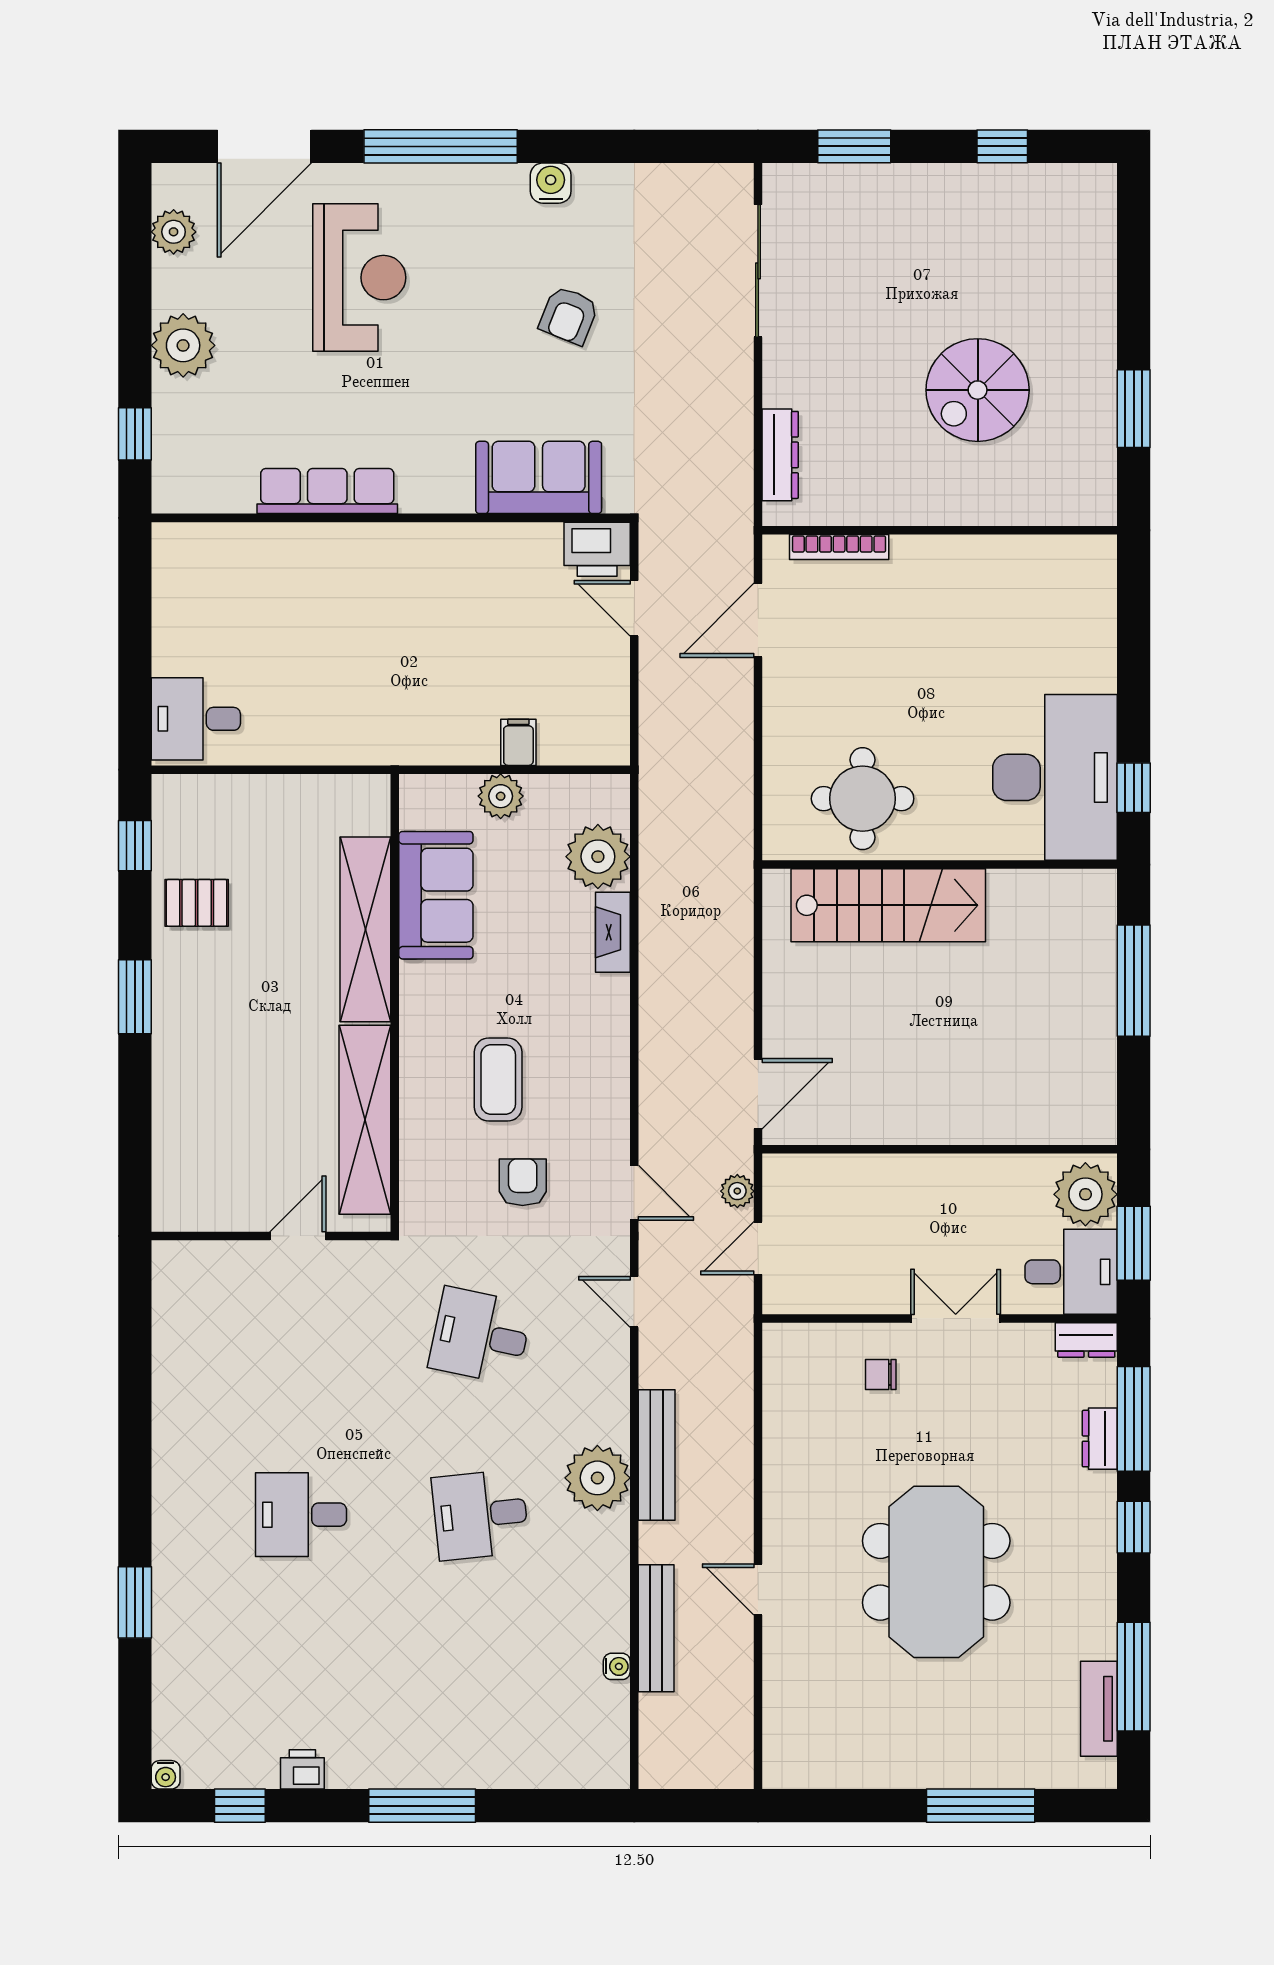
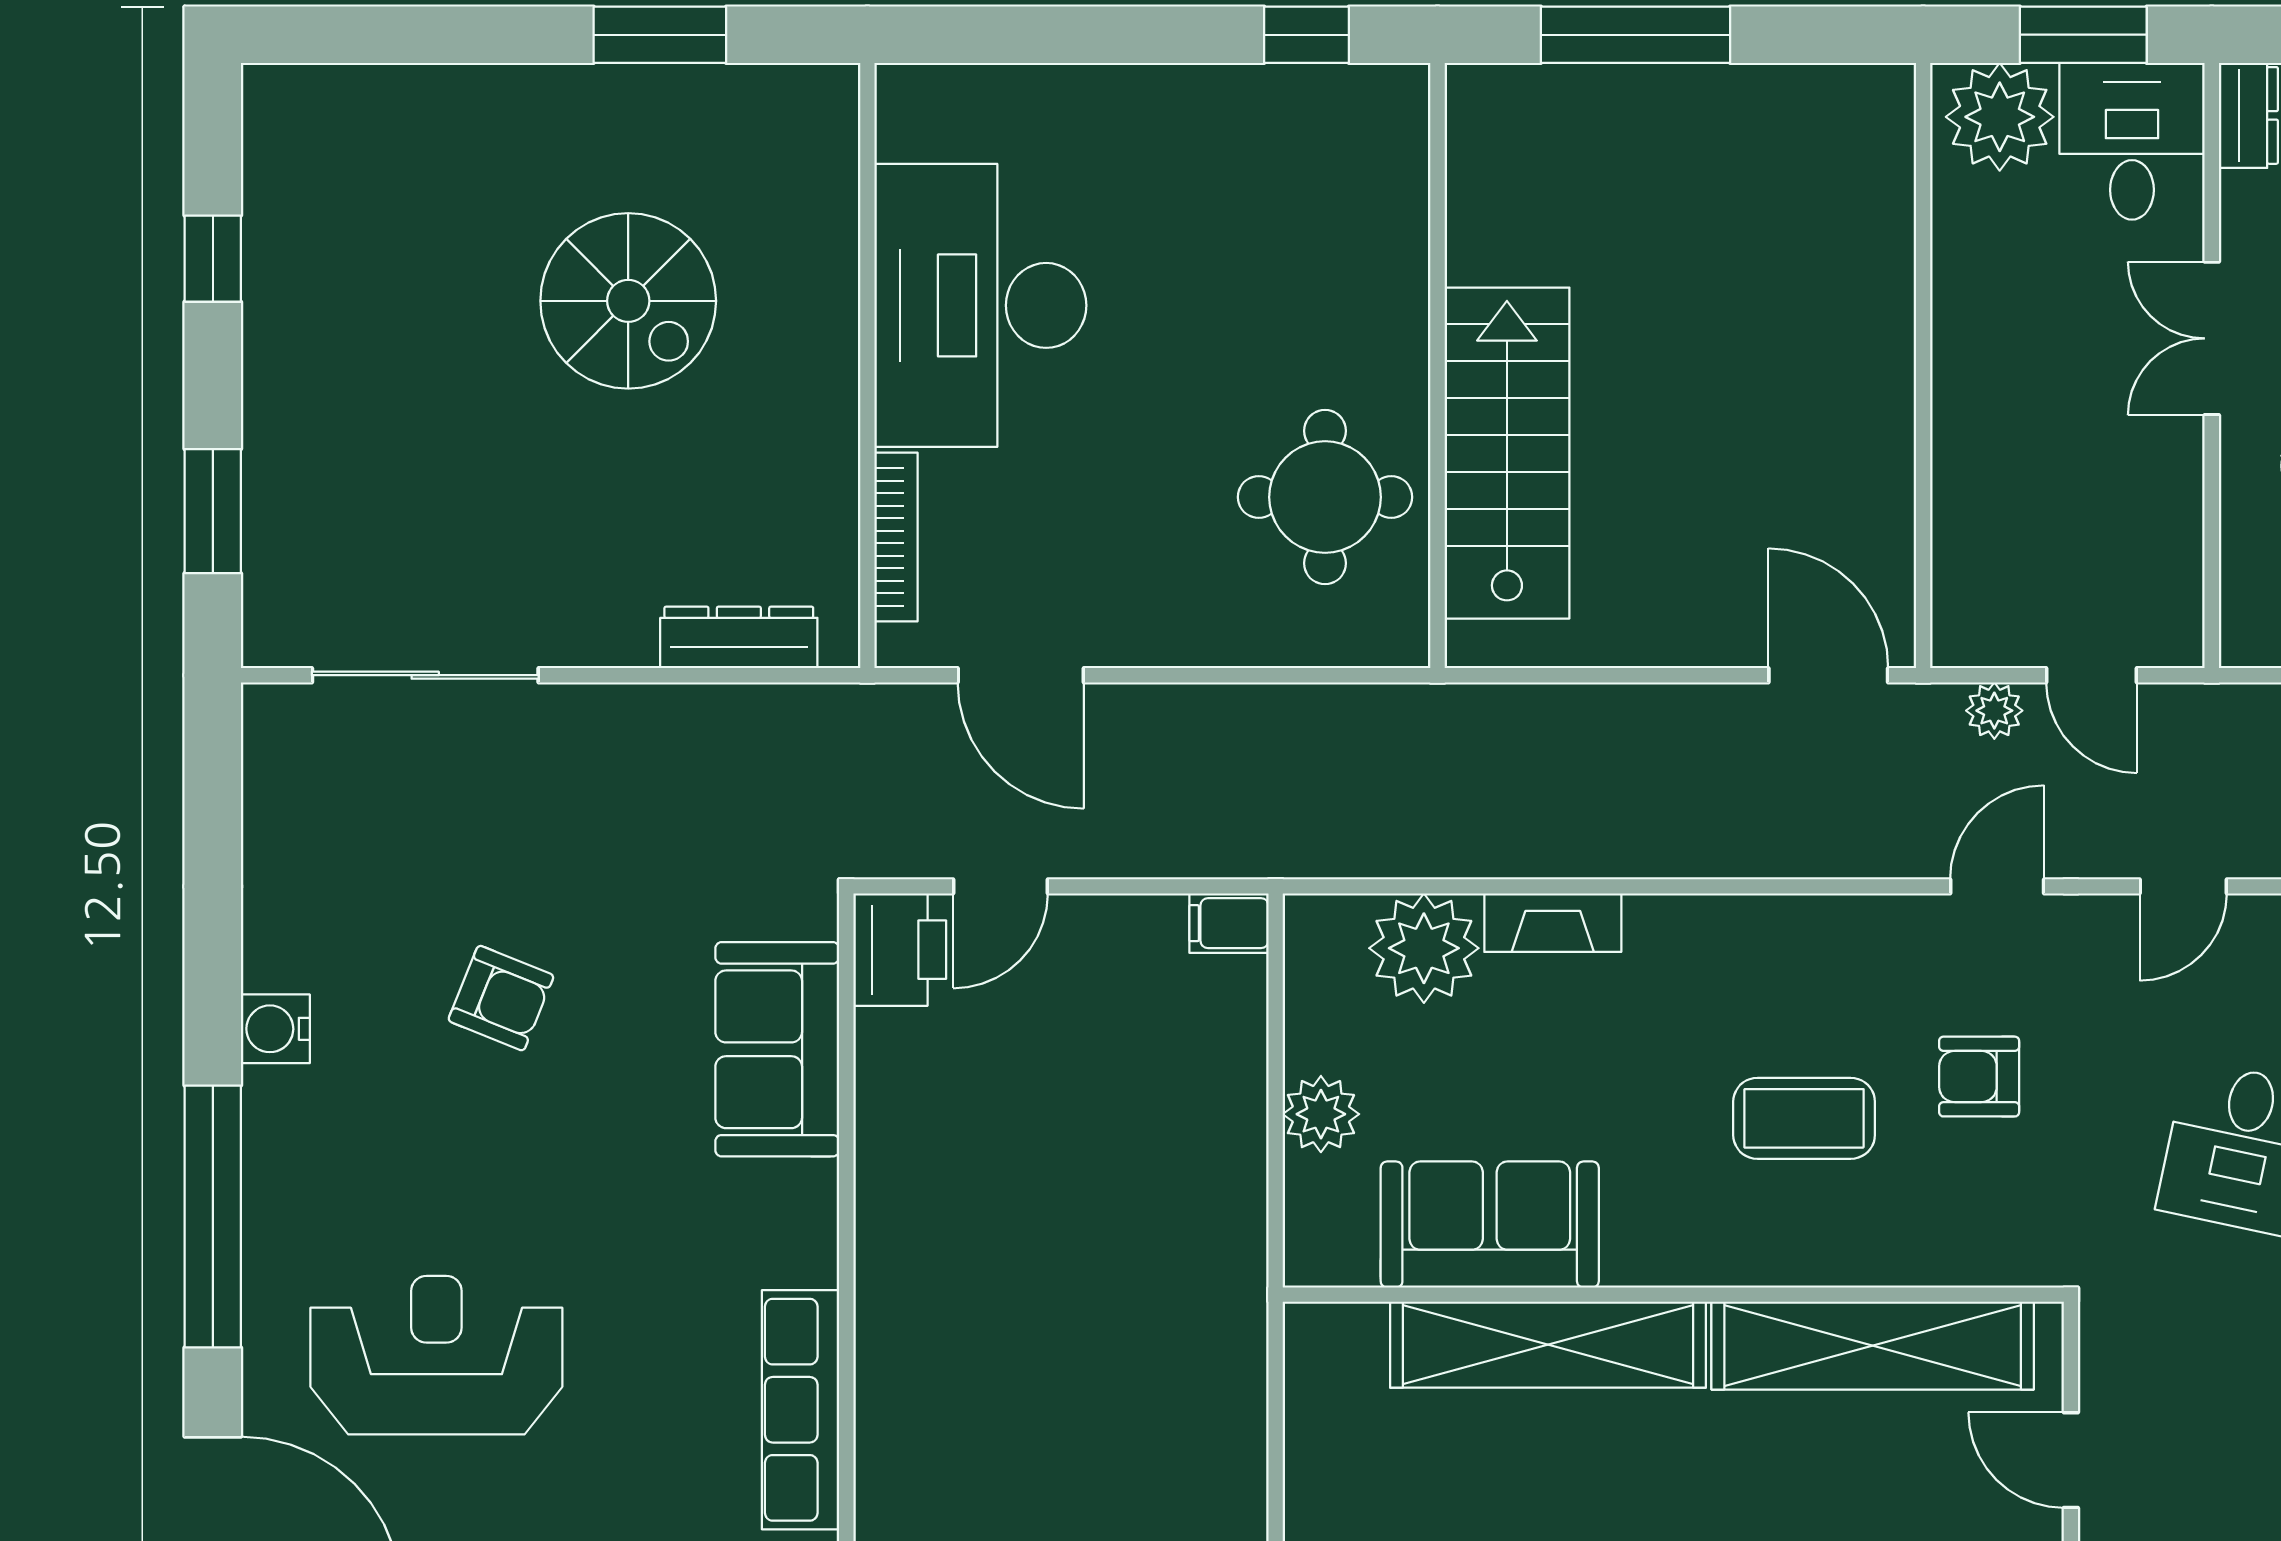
filing cabinet: (518, 742) -> (1229, 923), moved
desk: (1055, 777) -> (980, 305), moved, turned -90

